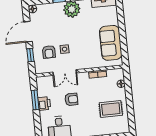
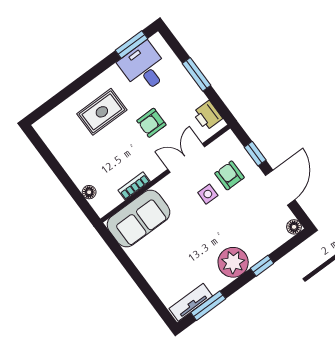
sofa: (111, 43) -> (139, 219), moved, turned 90
window: (35, 100) -> (196, 74), moved
printer: (44, 103) -> (208, 115), moved
rug: (111, 109) -> (102, 112), moved

